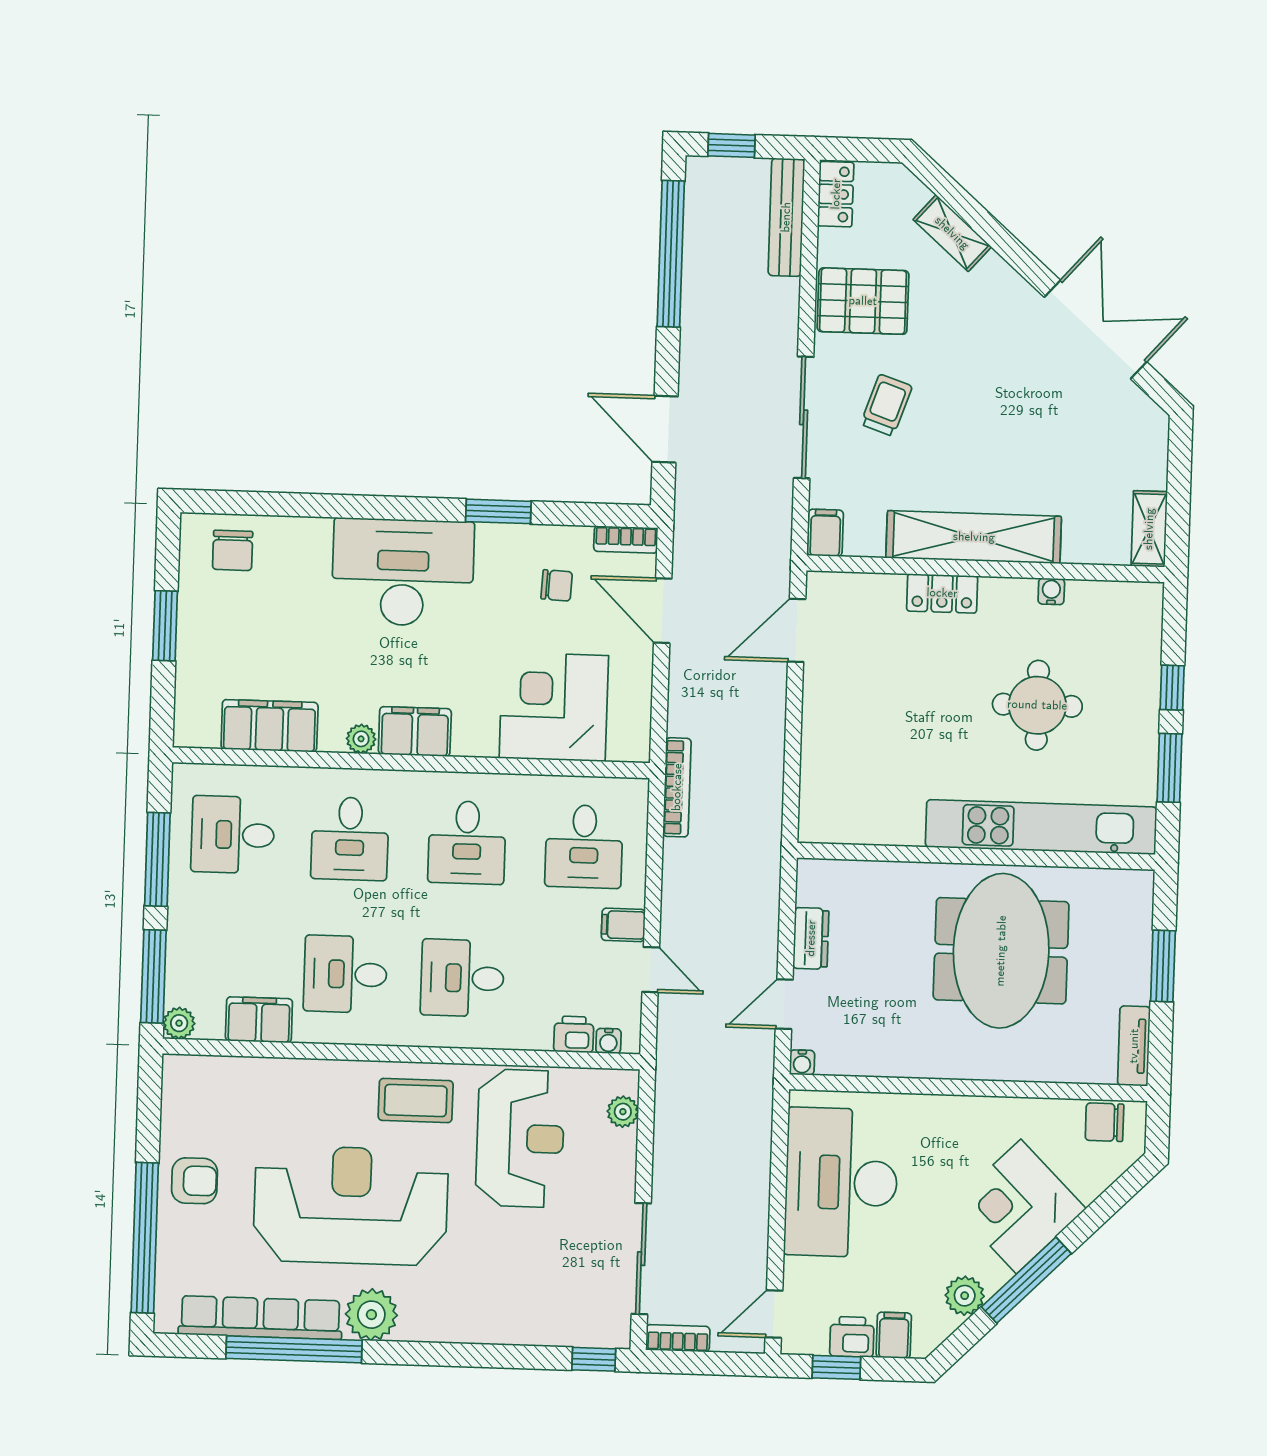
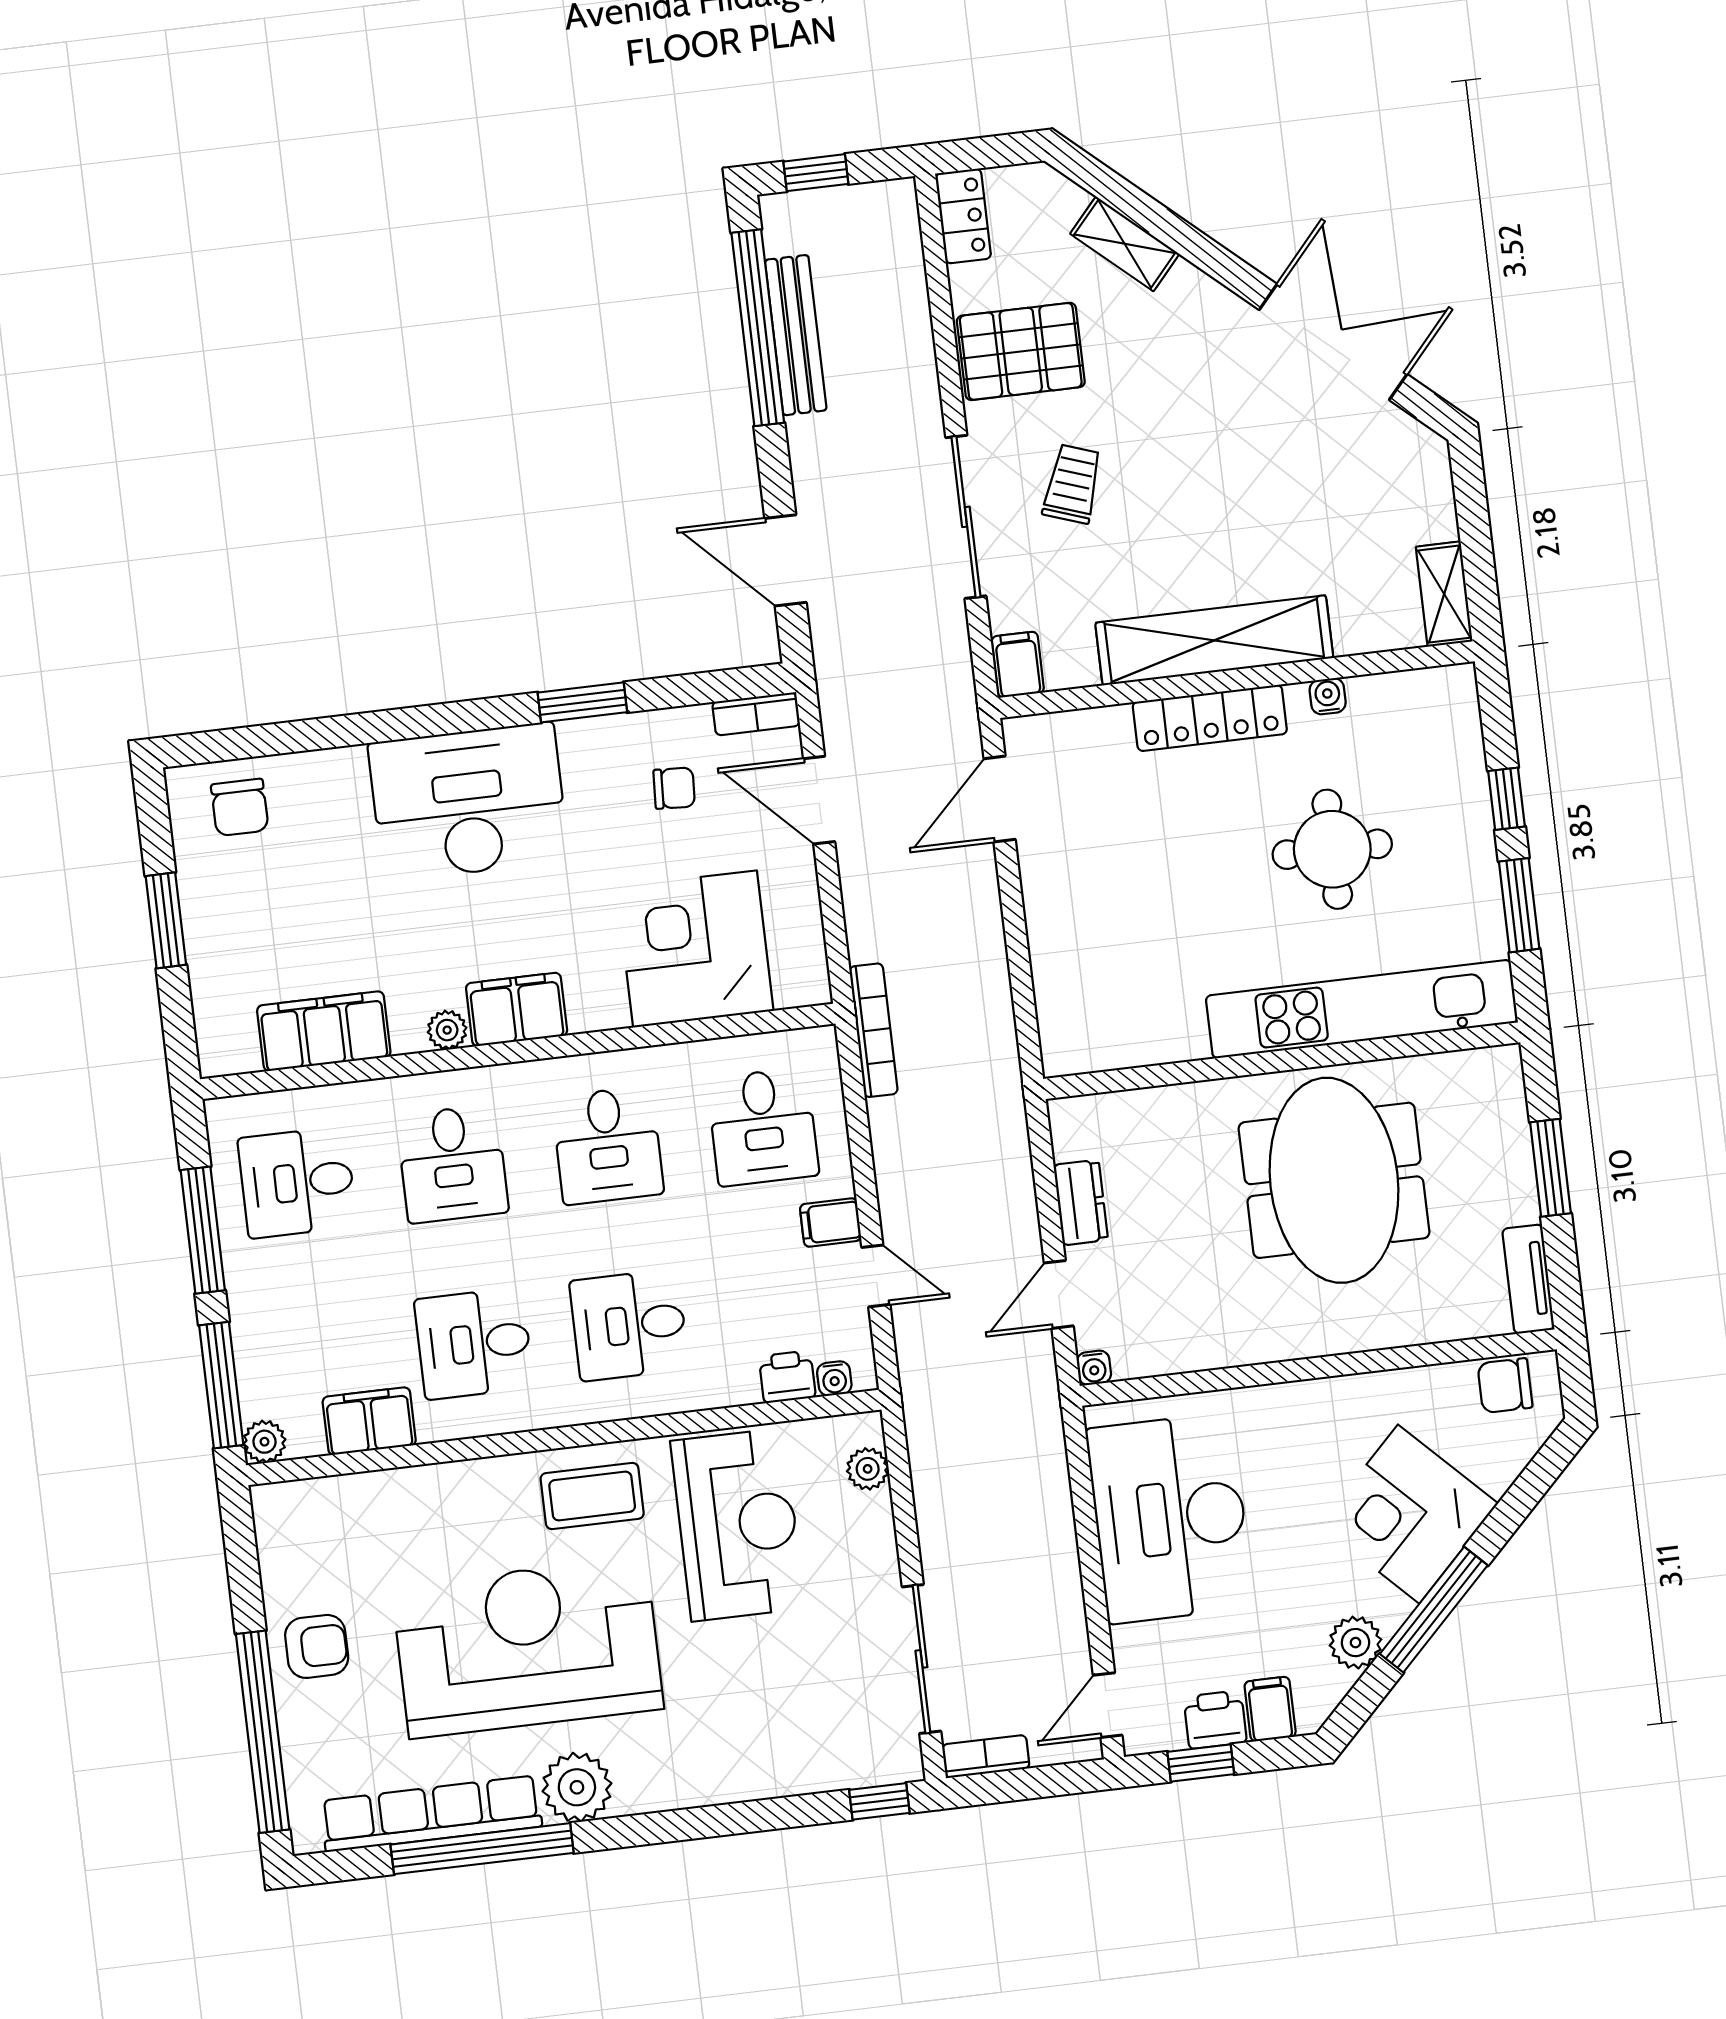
bench: (786, 217) -> (796, 335), moved
locker: (942, 593) -> (1210, 718), width x1.53

